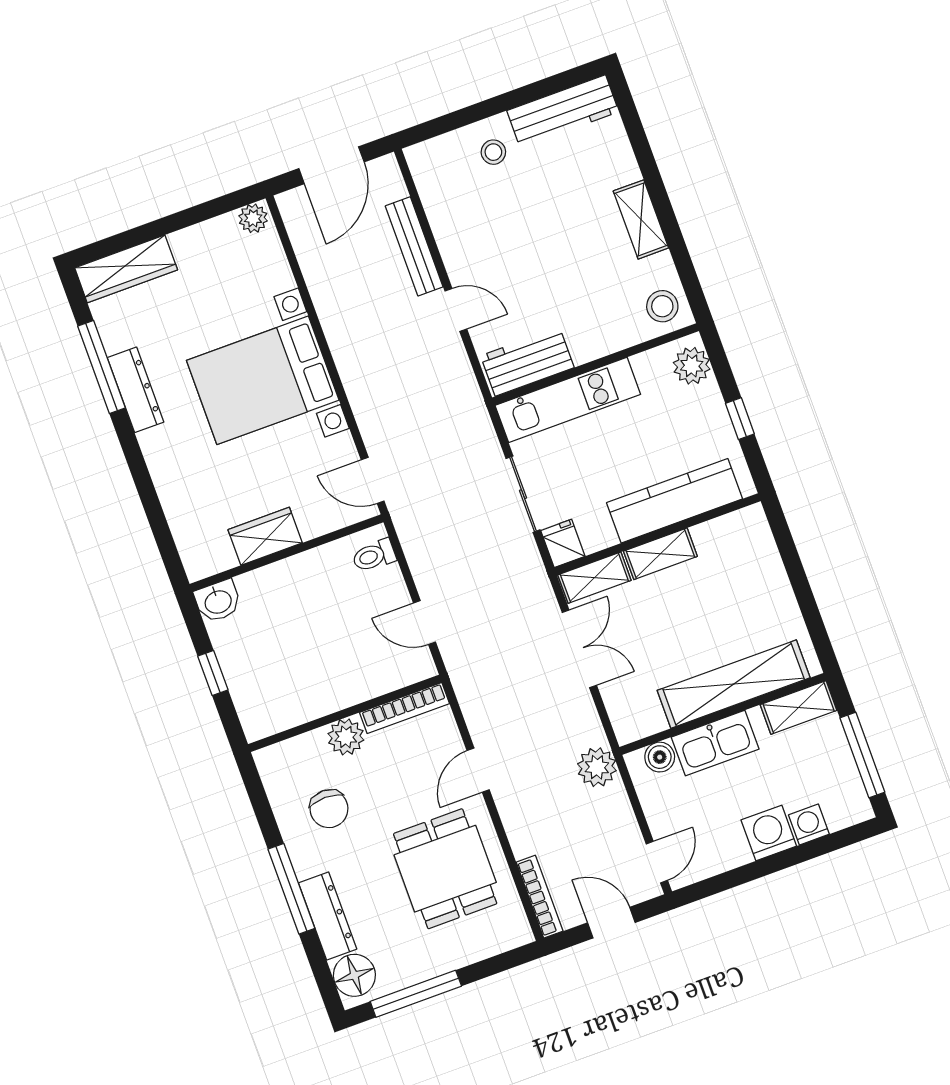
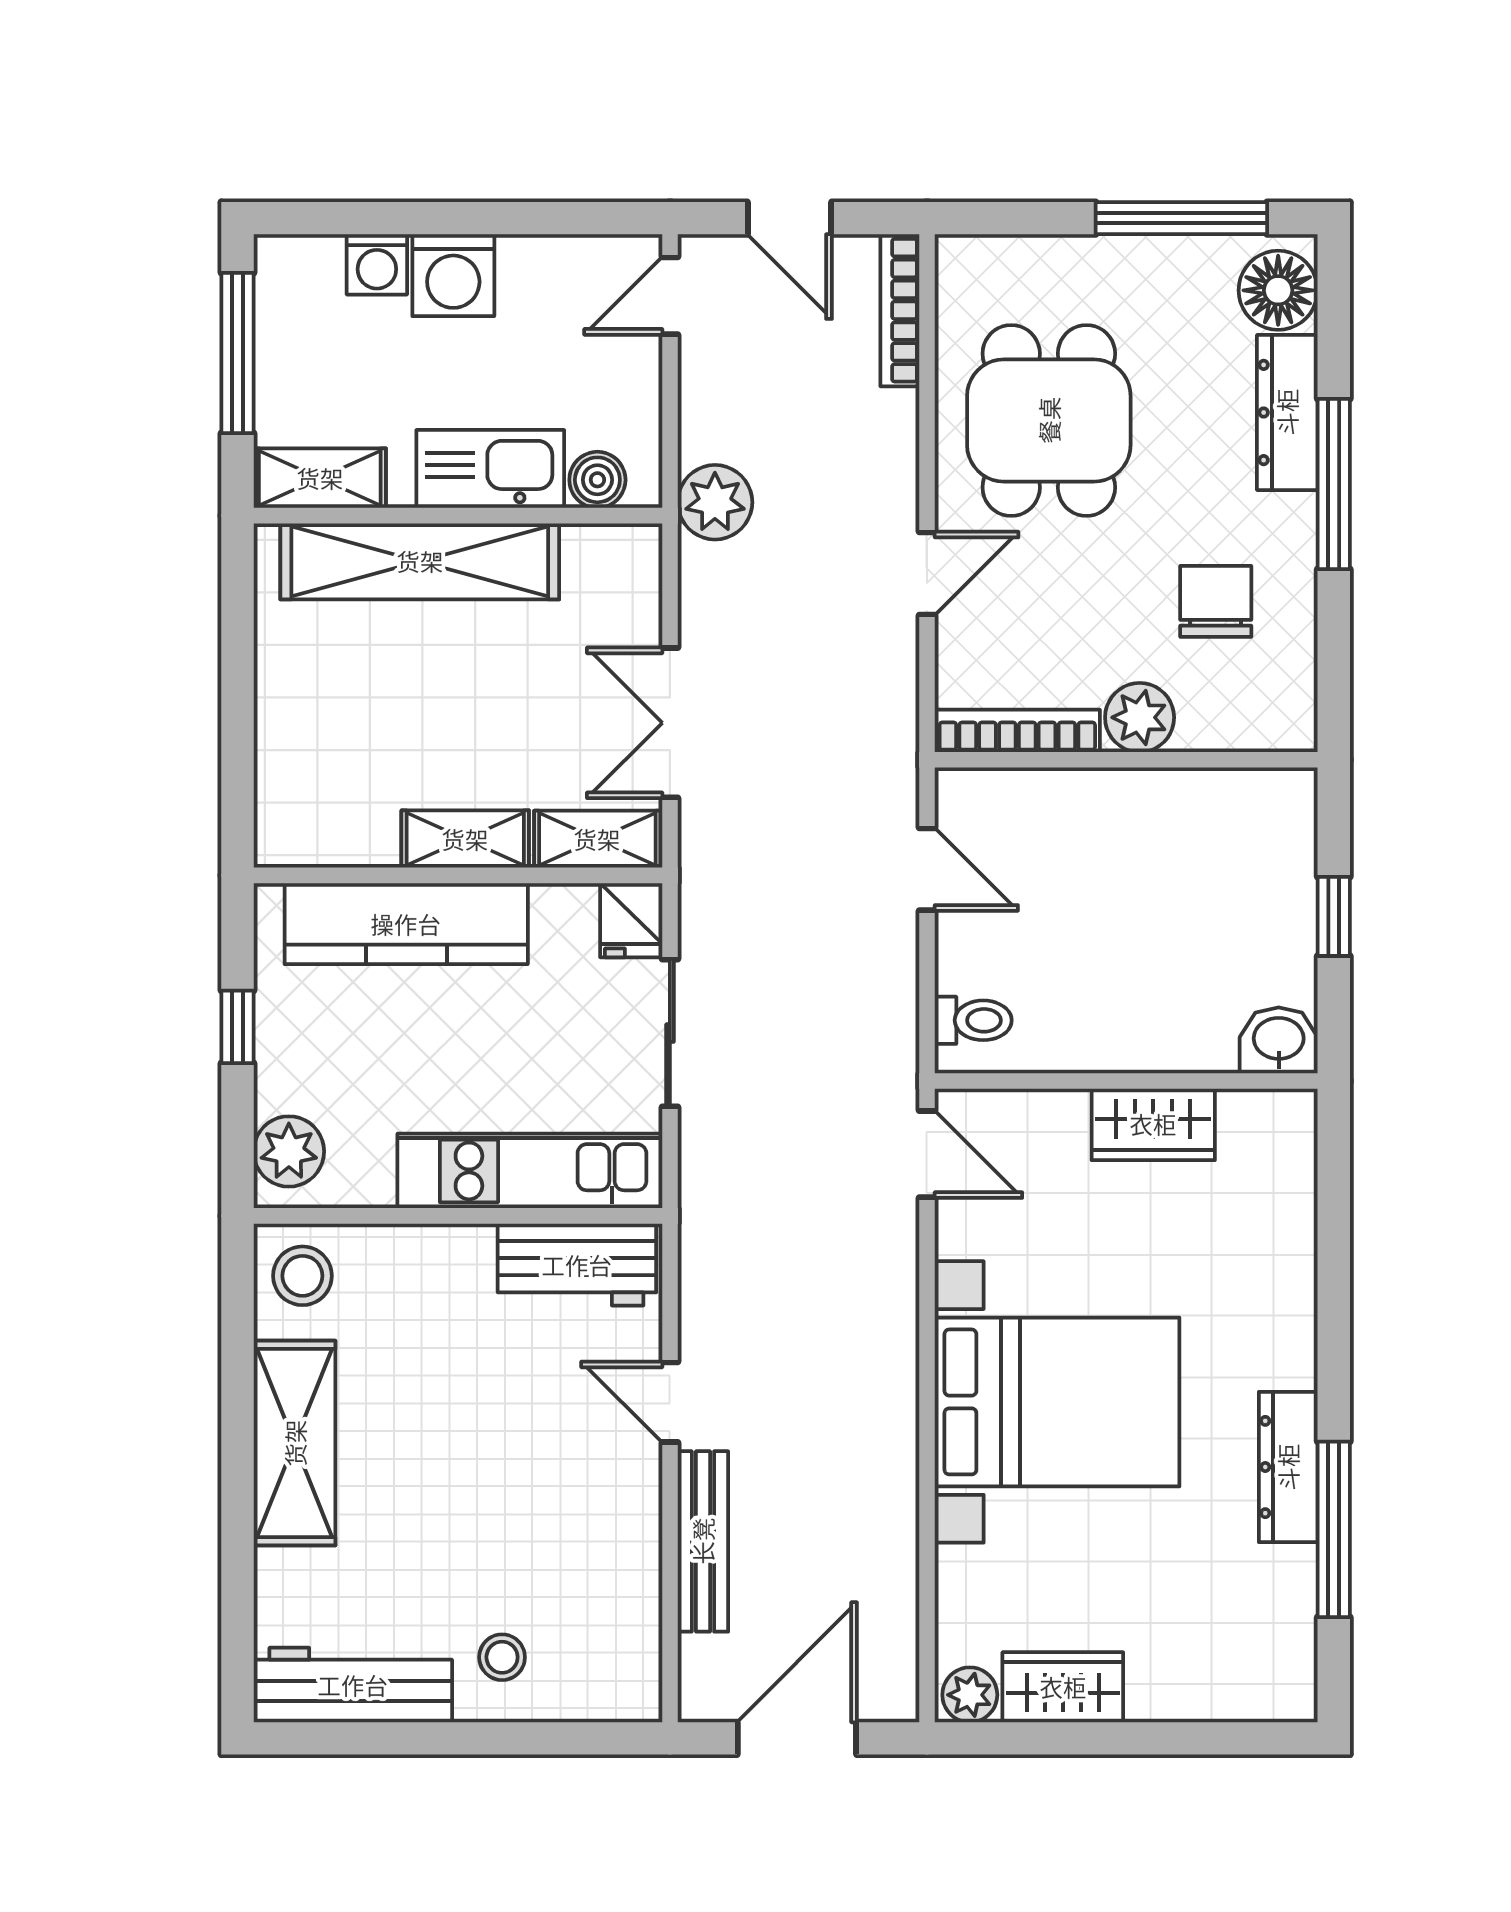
shelving: (641, 219) -> (295, 1443), width x1.50, depth x1.33
wardrobe: (126, 269) -> (1063, 1687), moved, width x0.67

